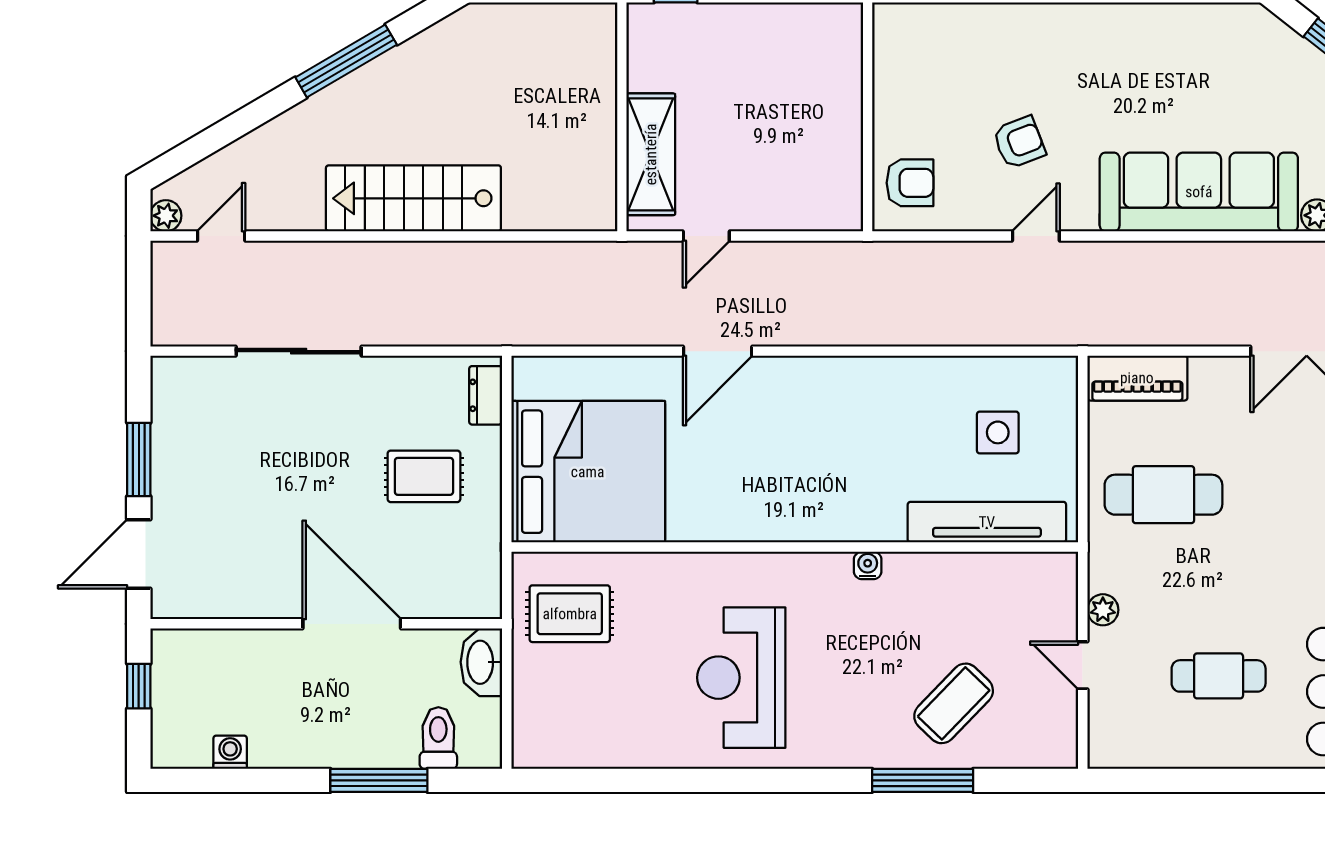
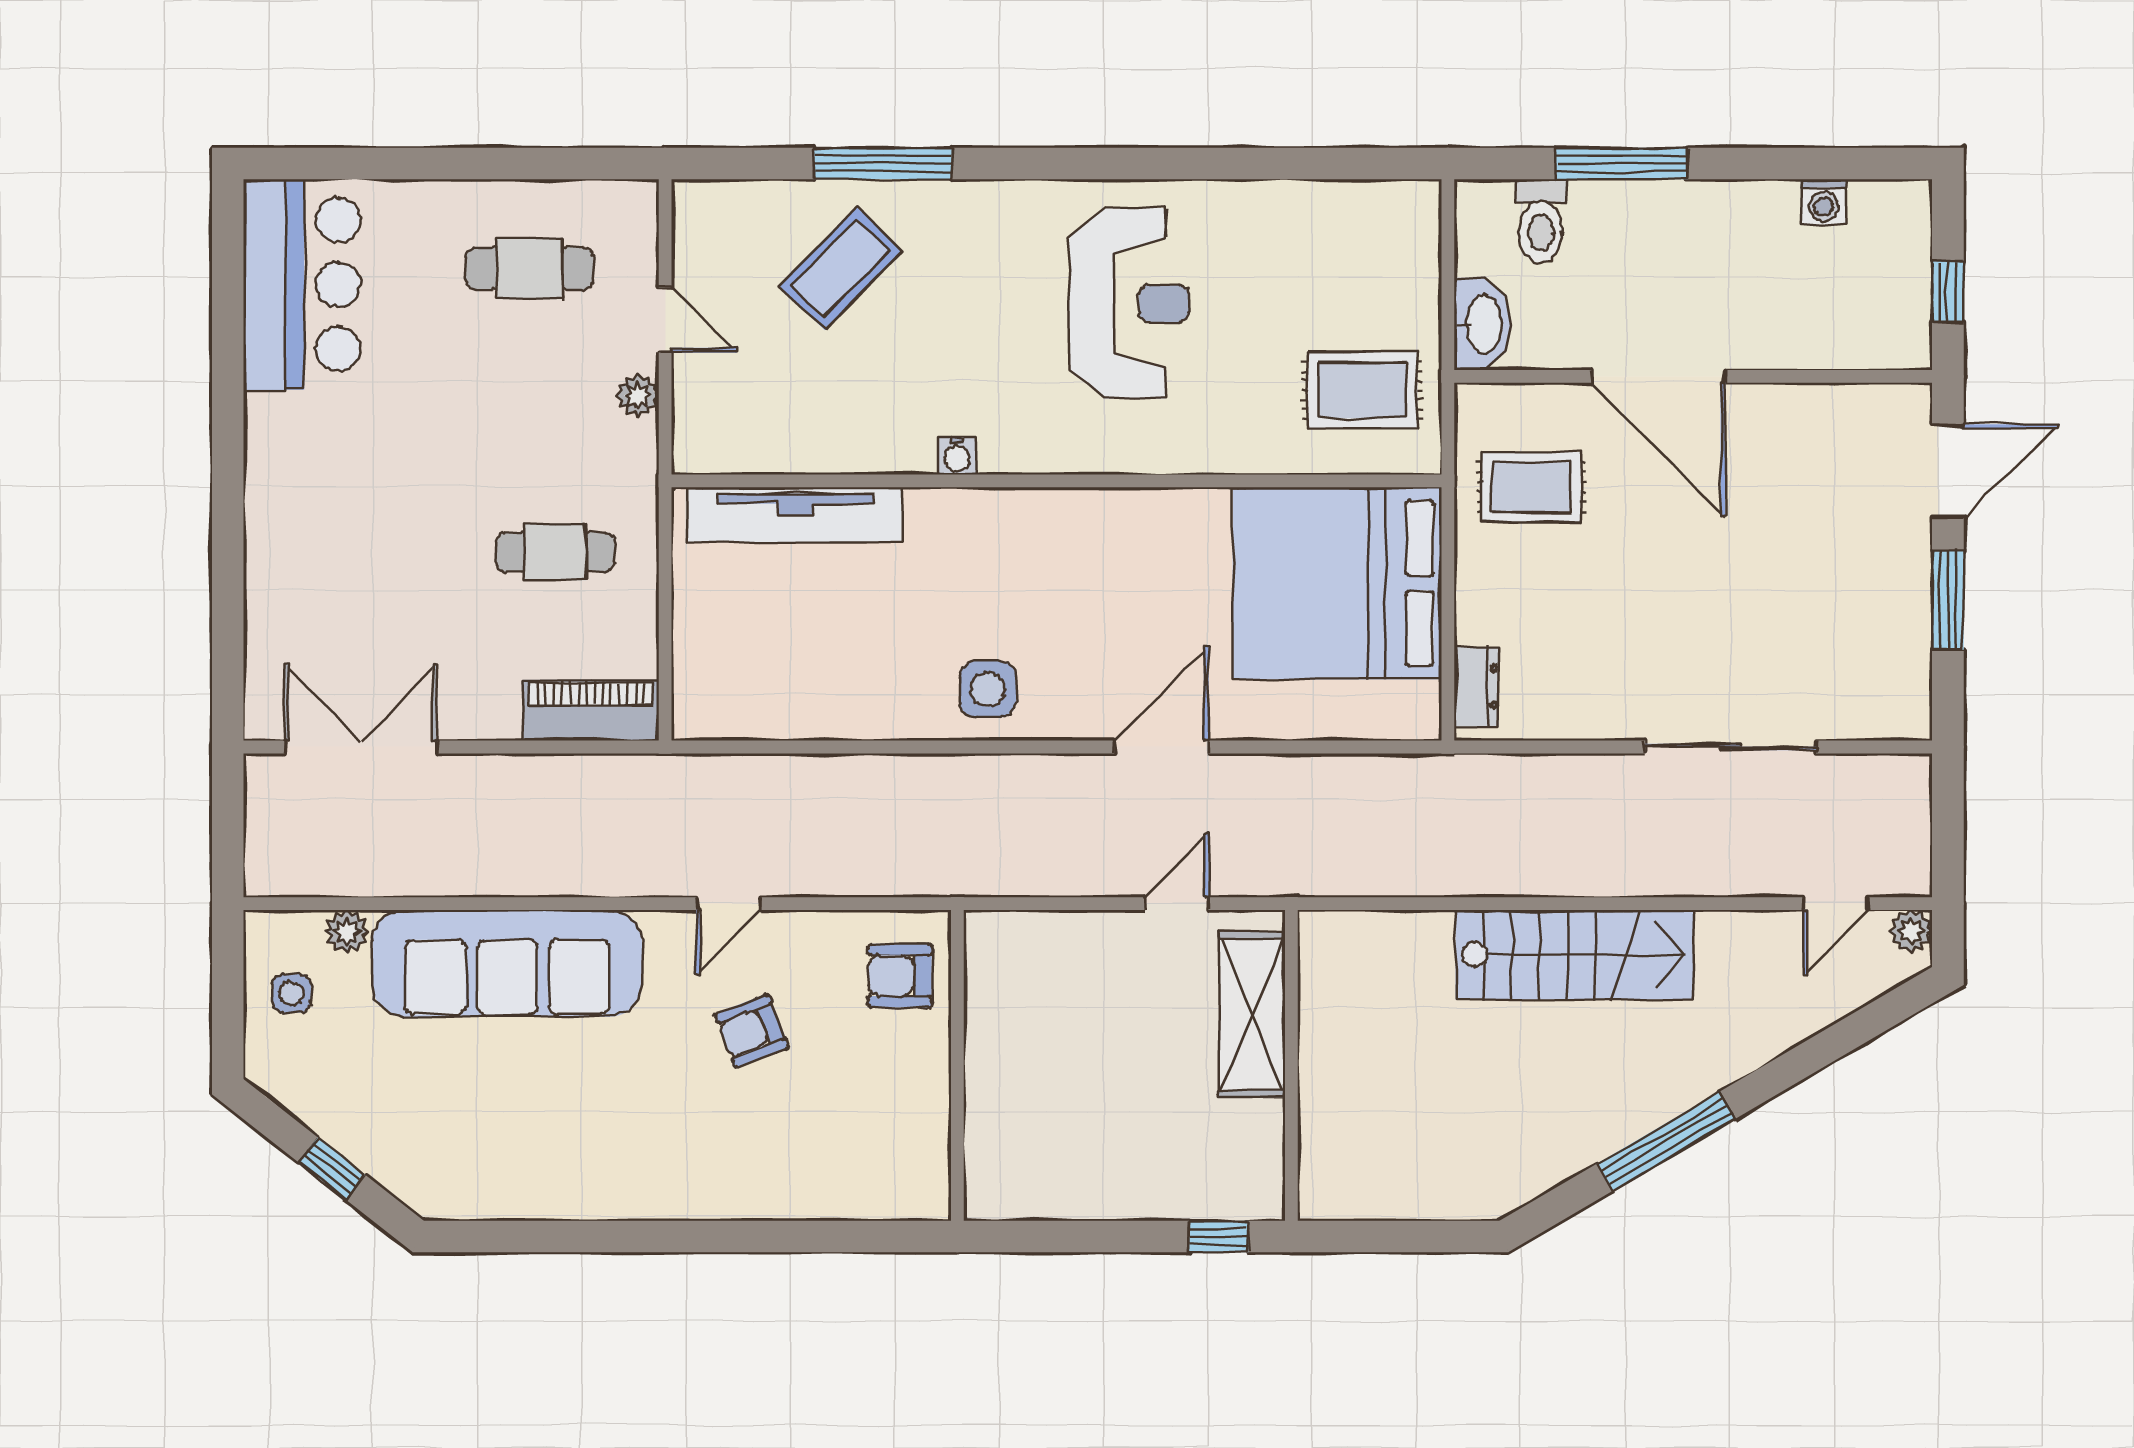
side table: (998, 432) -> (988, 689), moved
rug: (424, 476) -> (1531, 487), moved
cafe table: (1163, 495) -> (555, 552), width x0.73, depth x0.74
cafe table: (1219, 676) -> (530, 269), moved

